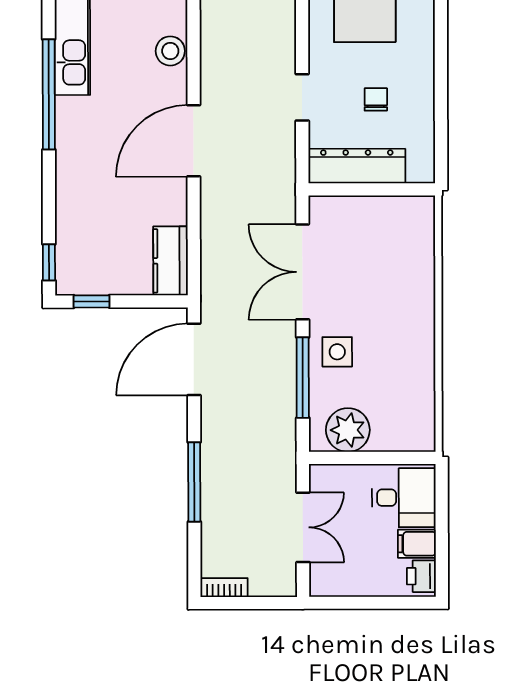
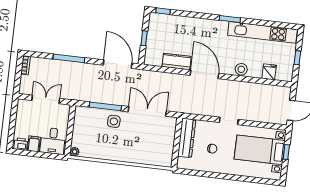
window: (49, 94) -> (230, 19), width x0.47
doorway: (302, 97) -> (229, 121), moved
kitchen counter: (171, 261) -> (177, 62), moved
window: (92, 301) -> (144, 38), moved
plant: (348, 430) -> (75, 152), moved, width x0.53, depth x0.53
double door: (303, 527) -> (46, 99), swing flipped

